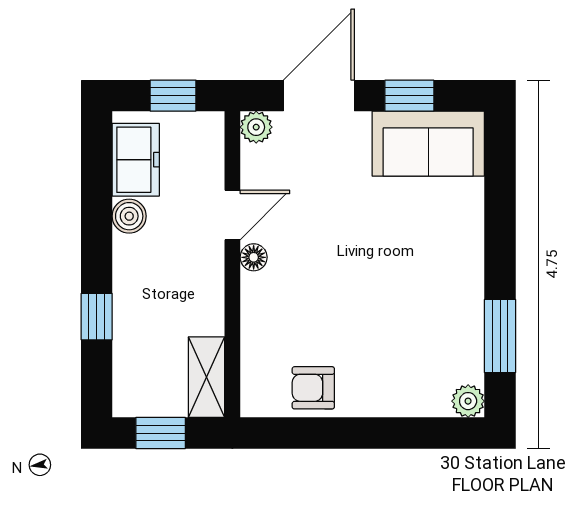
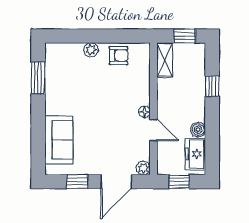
sofa: (428, 144) -> (59, 140), moved, turned 90
door: (232, 215) -> (154, 130), swing flipped
plant: (468, 401) -> (91, 50), moved

